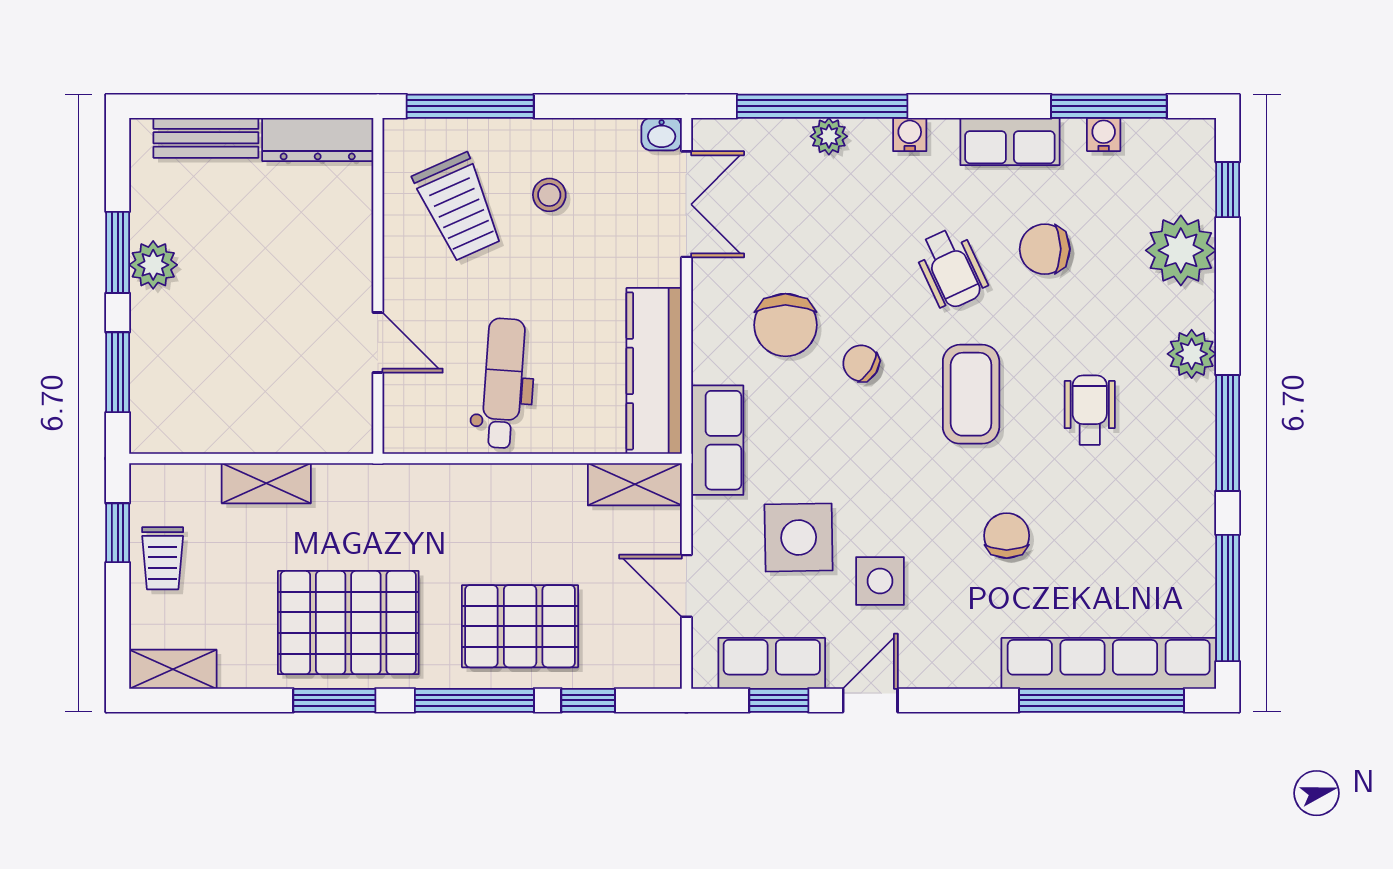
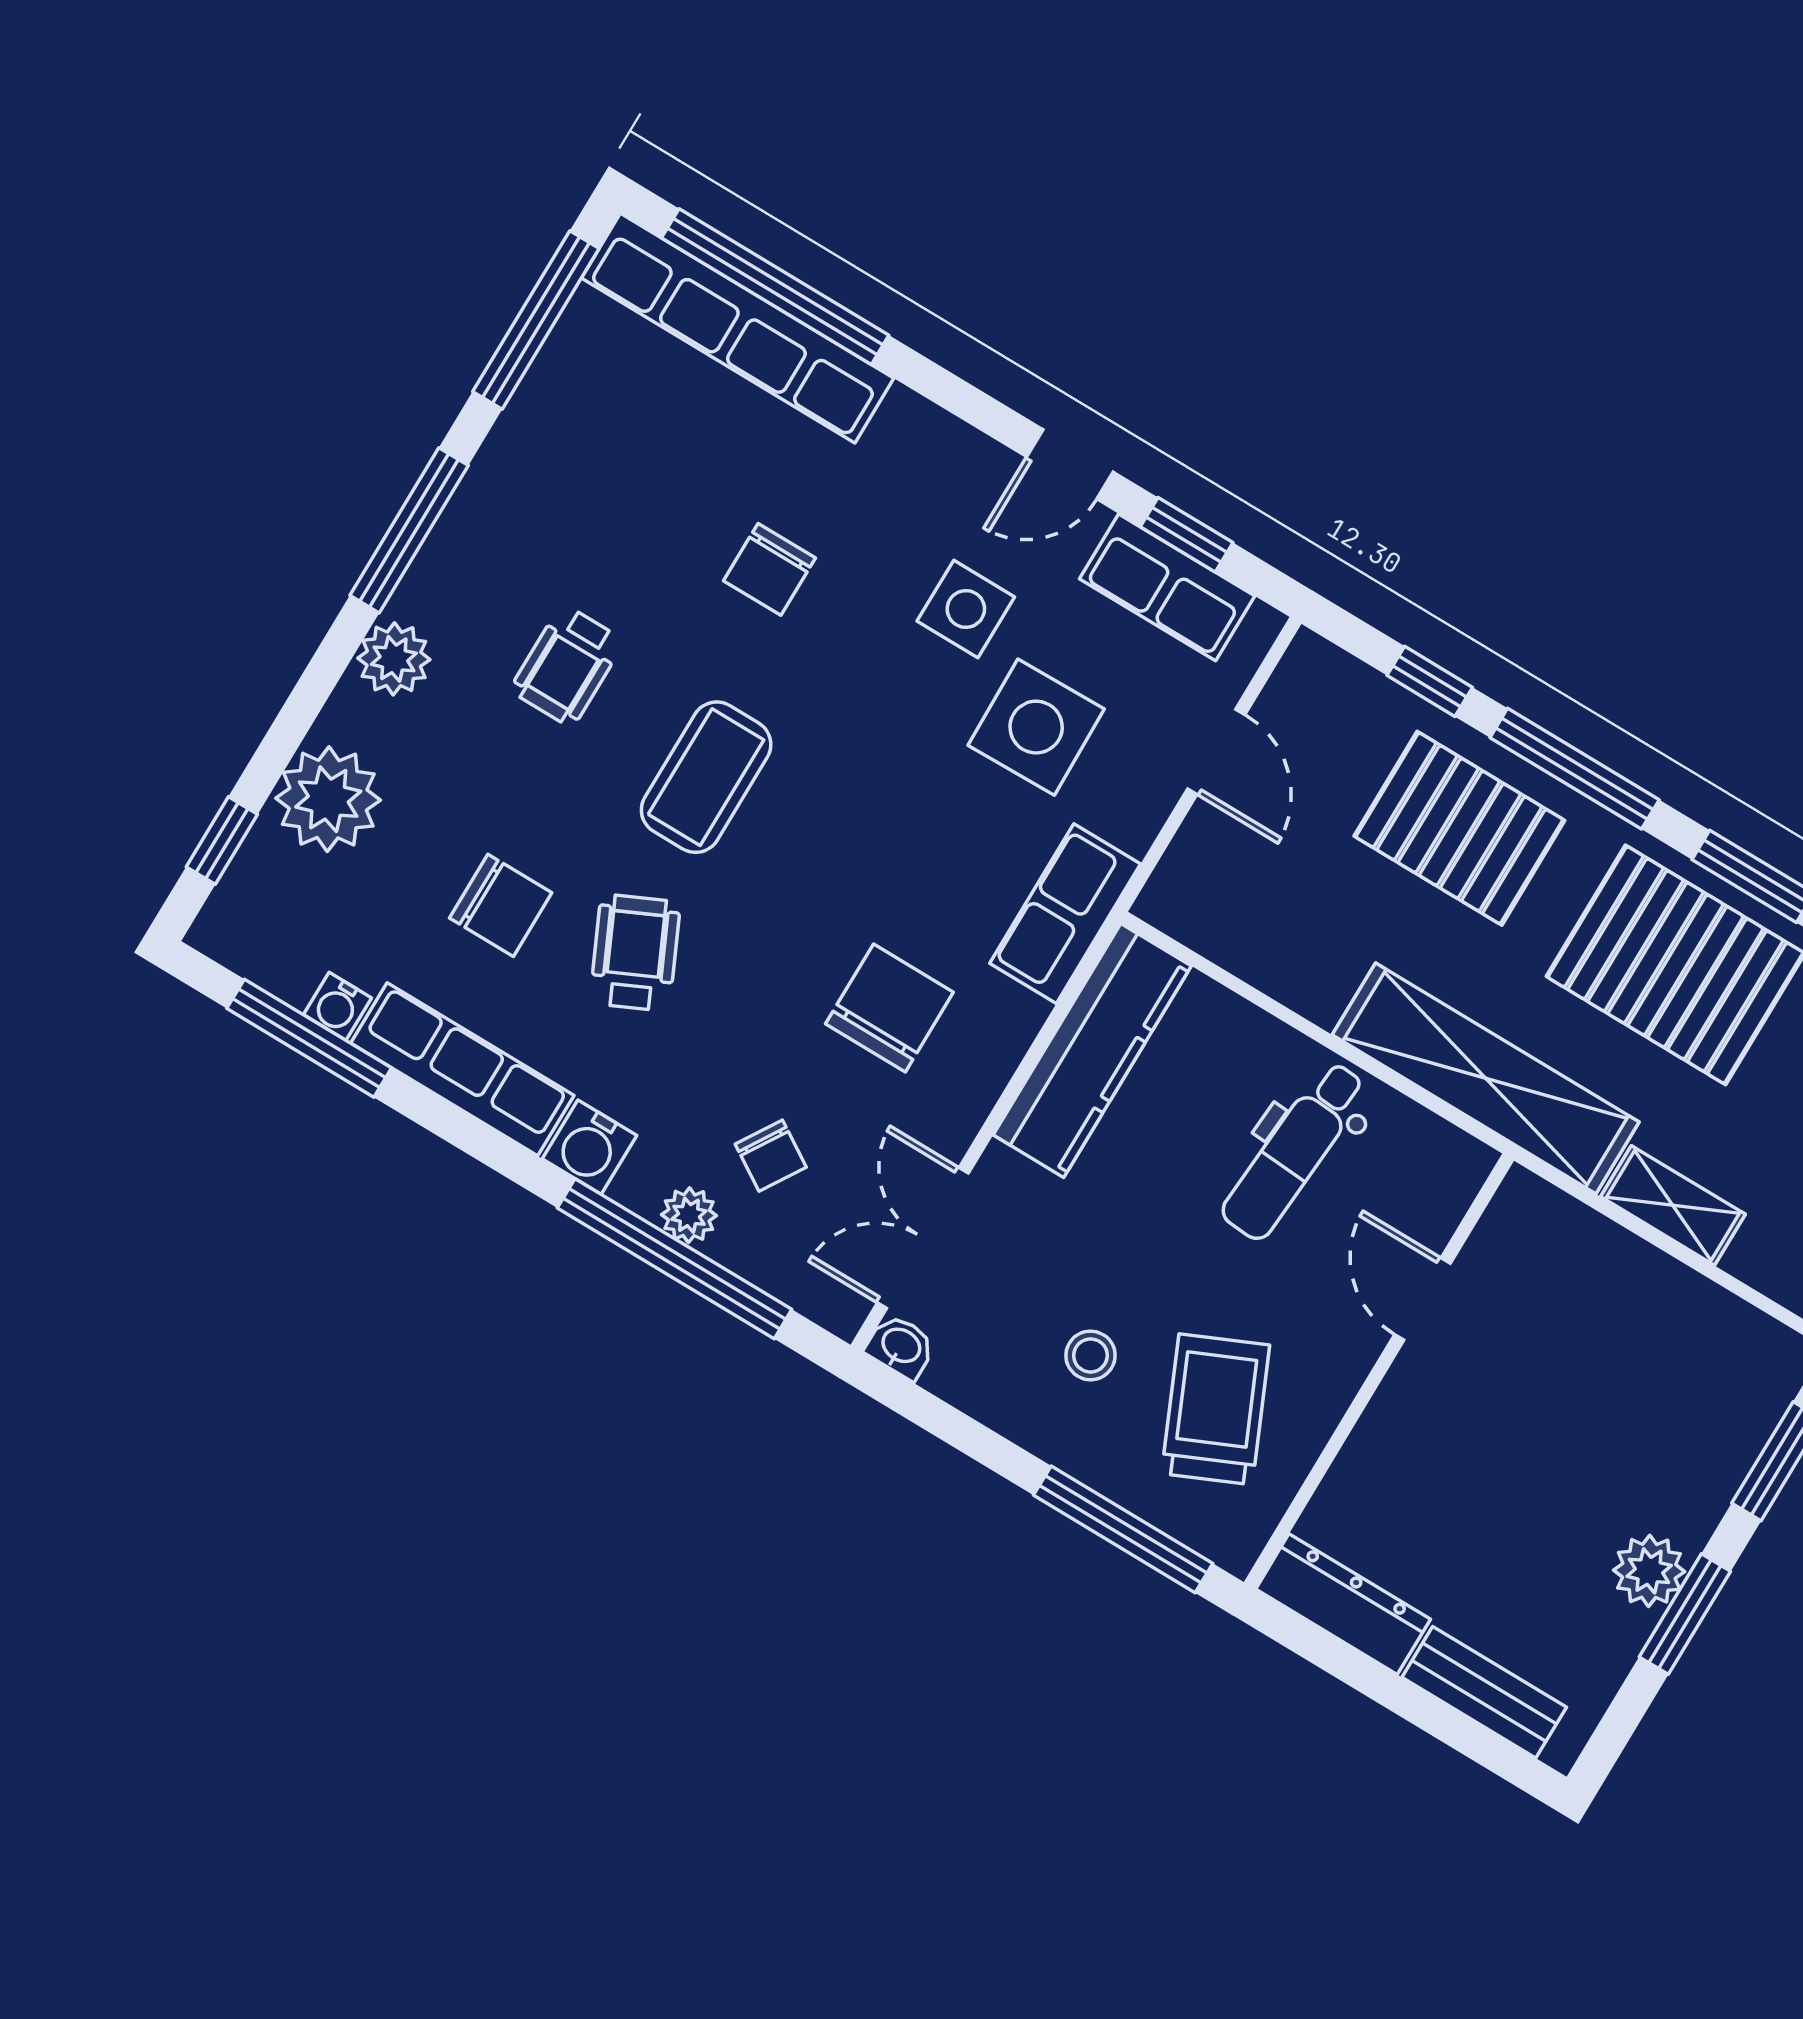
water cooler: (910, 134) -> (590, 1147), width x1.38, depth x1.38
row of seats: (1010, 141) -> (462, 1069), width x1.48
chair: (861, 363) -> (771, 1156), moved
shelving: (635, 484) -> (1486, 1078), moved, width x2.20, depth x1.33

